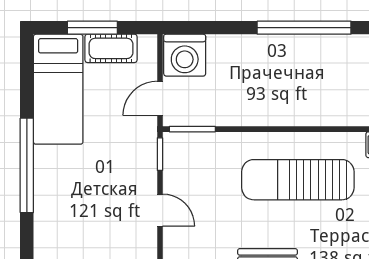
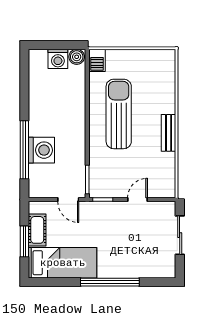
window: (304, 28) -> (24, 150), moved
washing machine: (185, 55) -> (41, 150), moved
sun lounger: (298, 180) -> (119, 114), turned 180

